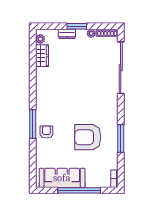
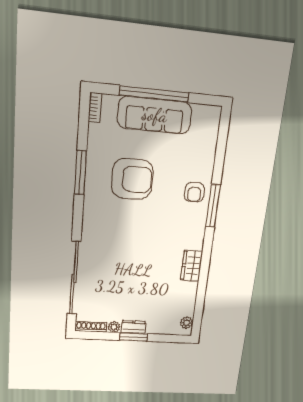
dresser: (67, 34) -> (133, 327), moved
wardrobe: (42, 56) -> (192, 266), moved
sofa: (62, 178) -> (155, 115), moved

